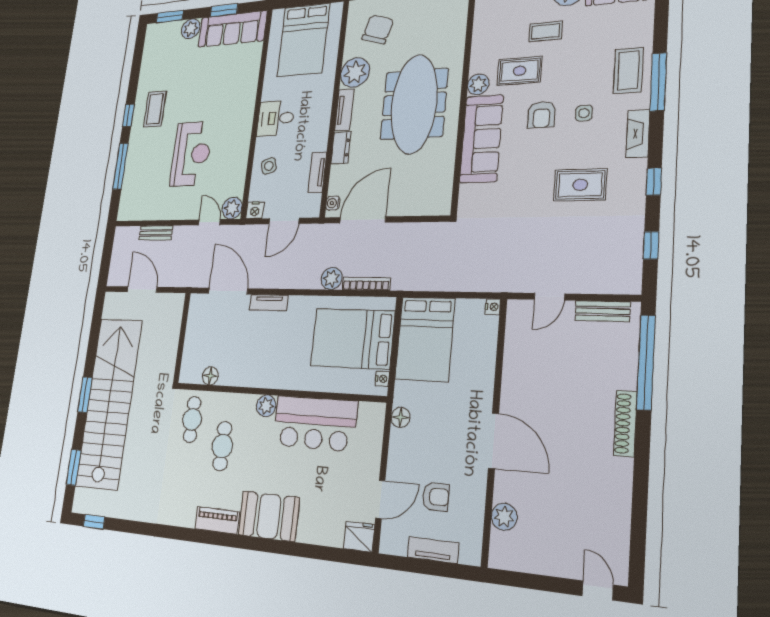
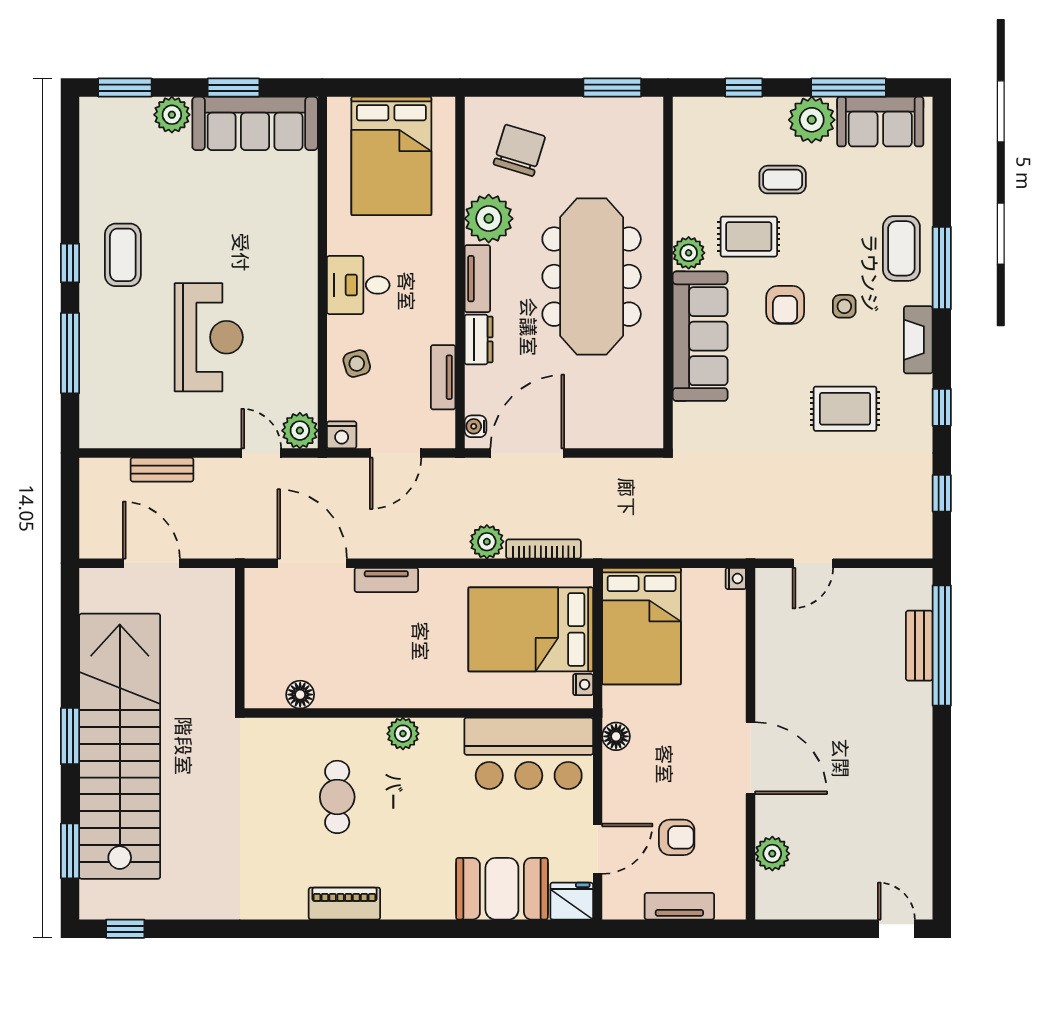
bench: (602, 311) -> (919, 646), moved, turned 90
cafe table: (192, 419) -> (278, 762), removed
bar counter: (315, 423) -> (529, 753), moved
shoe rack: (625, 424) -> (920, 724), removed
booth: (269, 516) -> (502, 889), moved

